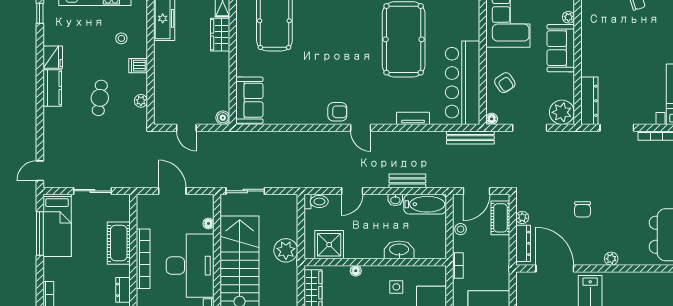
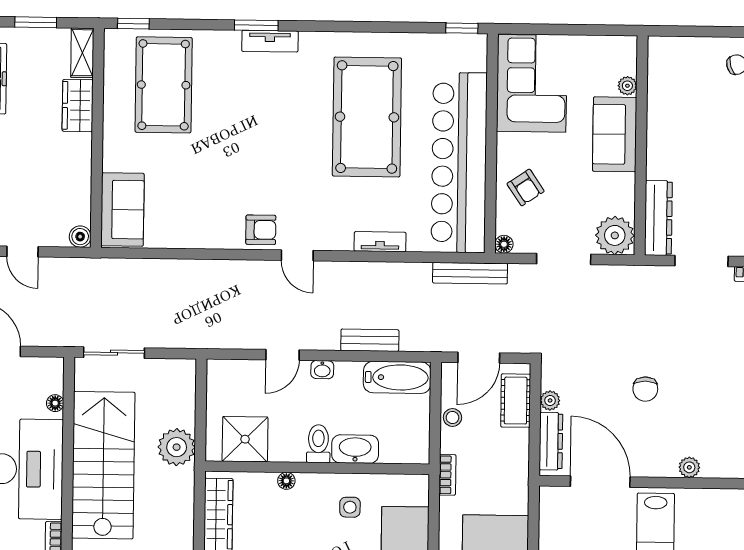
bar counter: (463, 83) -> (459, 163), width x1.36
washbasin: (395, 200) -> (322, 370), moved
toilet: (316, 201) -> (318, 444), moved, turned -90

